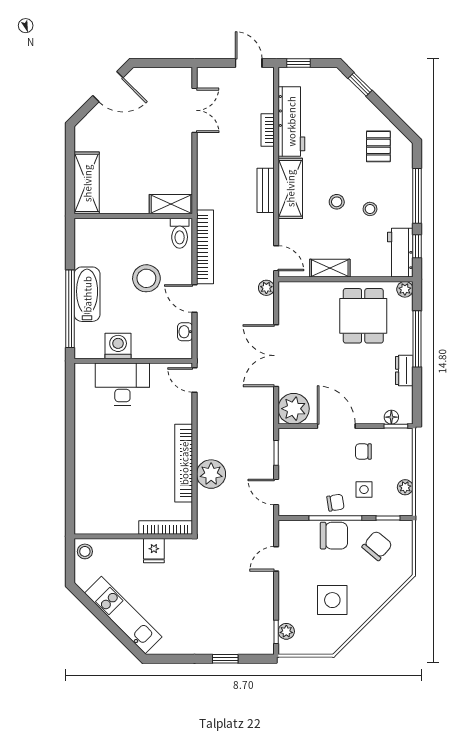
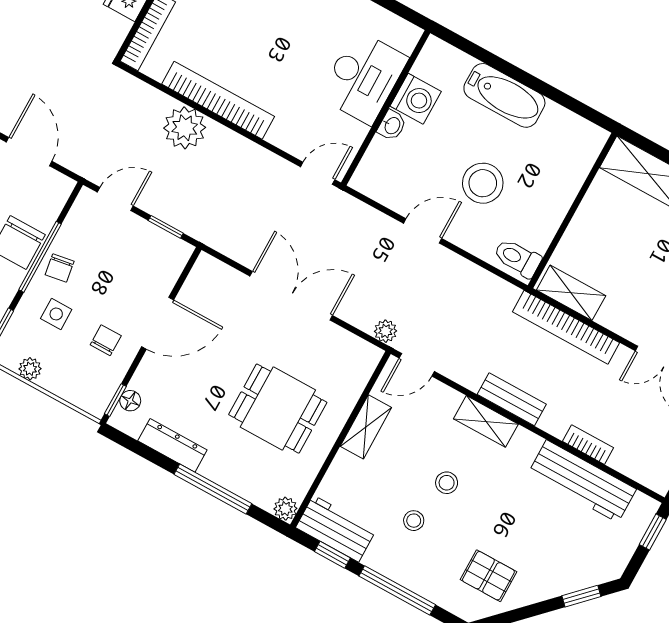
shelving: (290, 188) -> (486, 421), width x0.67, depth x0.75
shelving: (171, 204) -> (571, 293), moved, turned 90
bookcase: (205, 247) -> (566, 327), moved
window: (70, 309) -> (498, 63), removed
dining table: (363, 316) -> (278, 409), moved
washbasin: (185, 332) -> (392, 125), moved, turned 90
dresser: (404, 371) -> (172, 445), width x1.44
plant: (294, 409) -> (210, 281), removed
door: (276, 559) -> (29, 152), width x1.38

